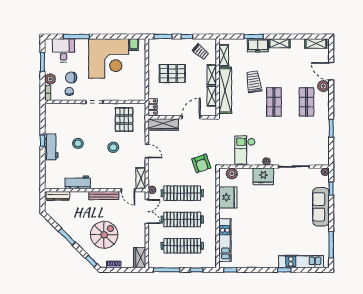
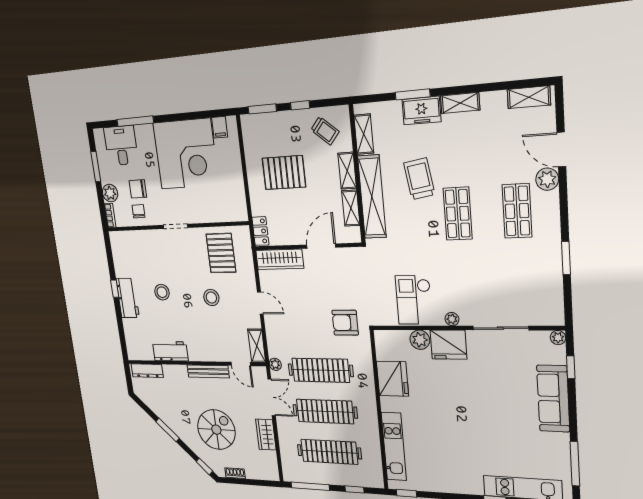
armchair: (201, 163) -> (345, 323), turned 109
plant: (232, 174) -> (420, 340), moved
wardrobe: (140, 258) -> (266, 435), moved

